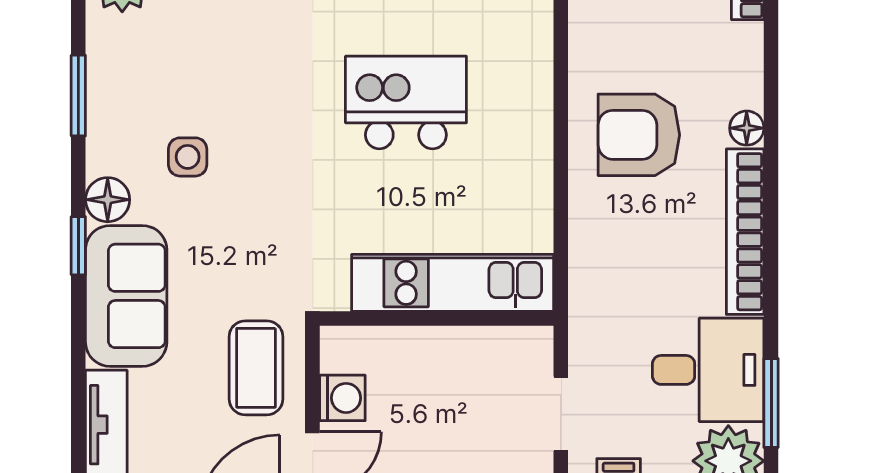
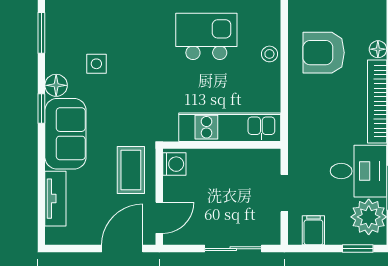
stool: (531, 137) -> (269, 54), added
washing machine: (342, 398) -> (174, 164), moved

